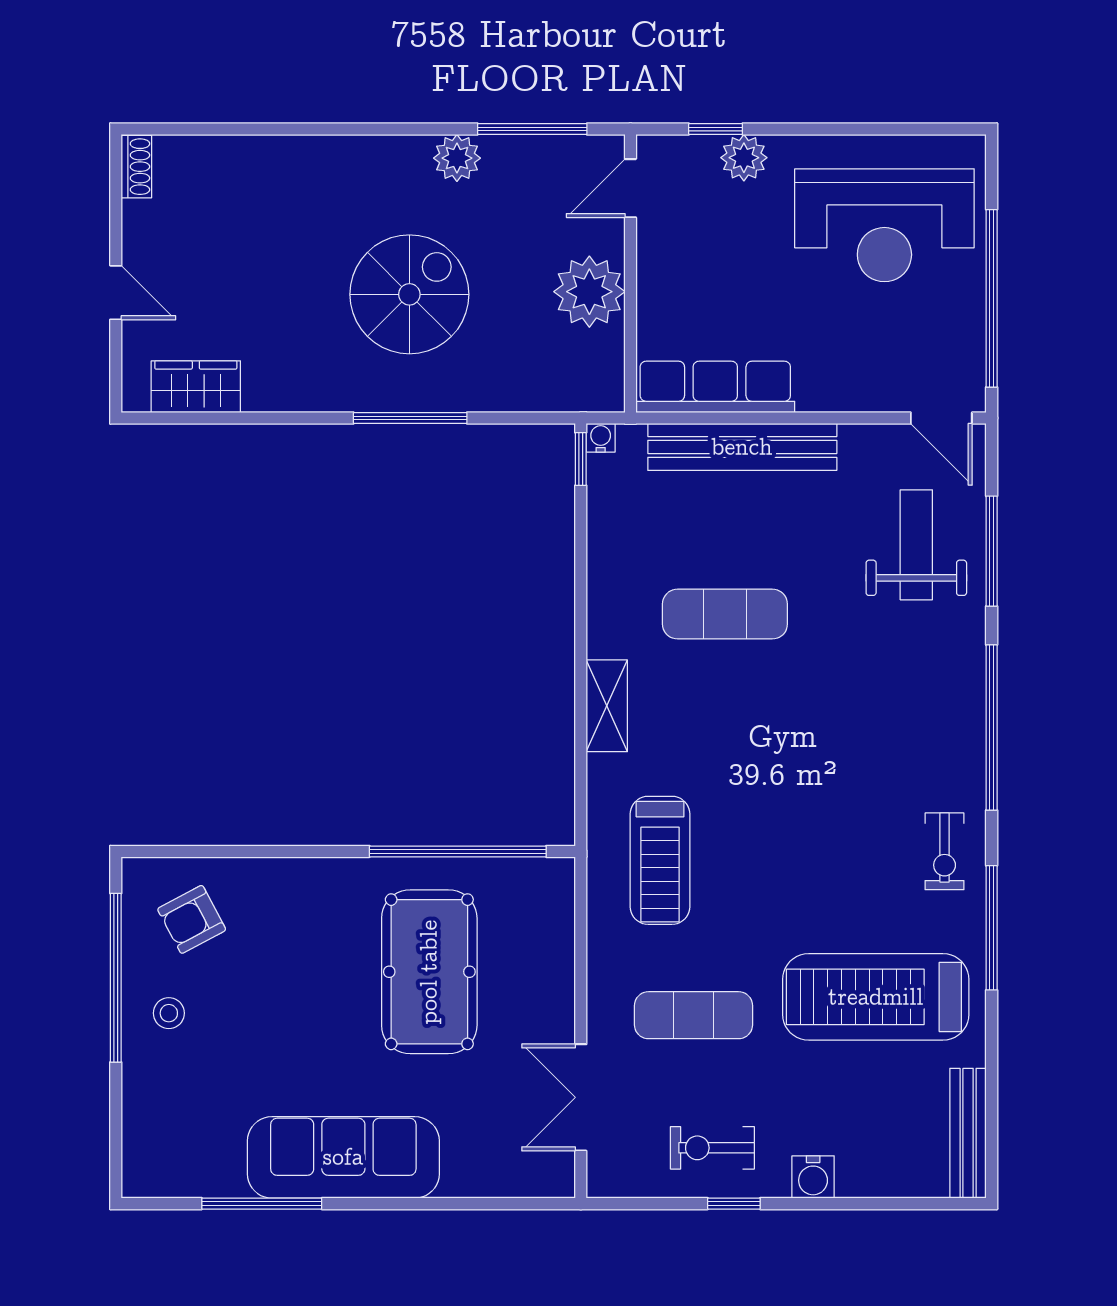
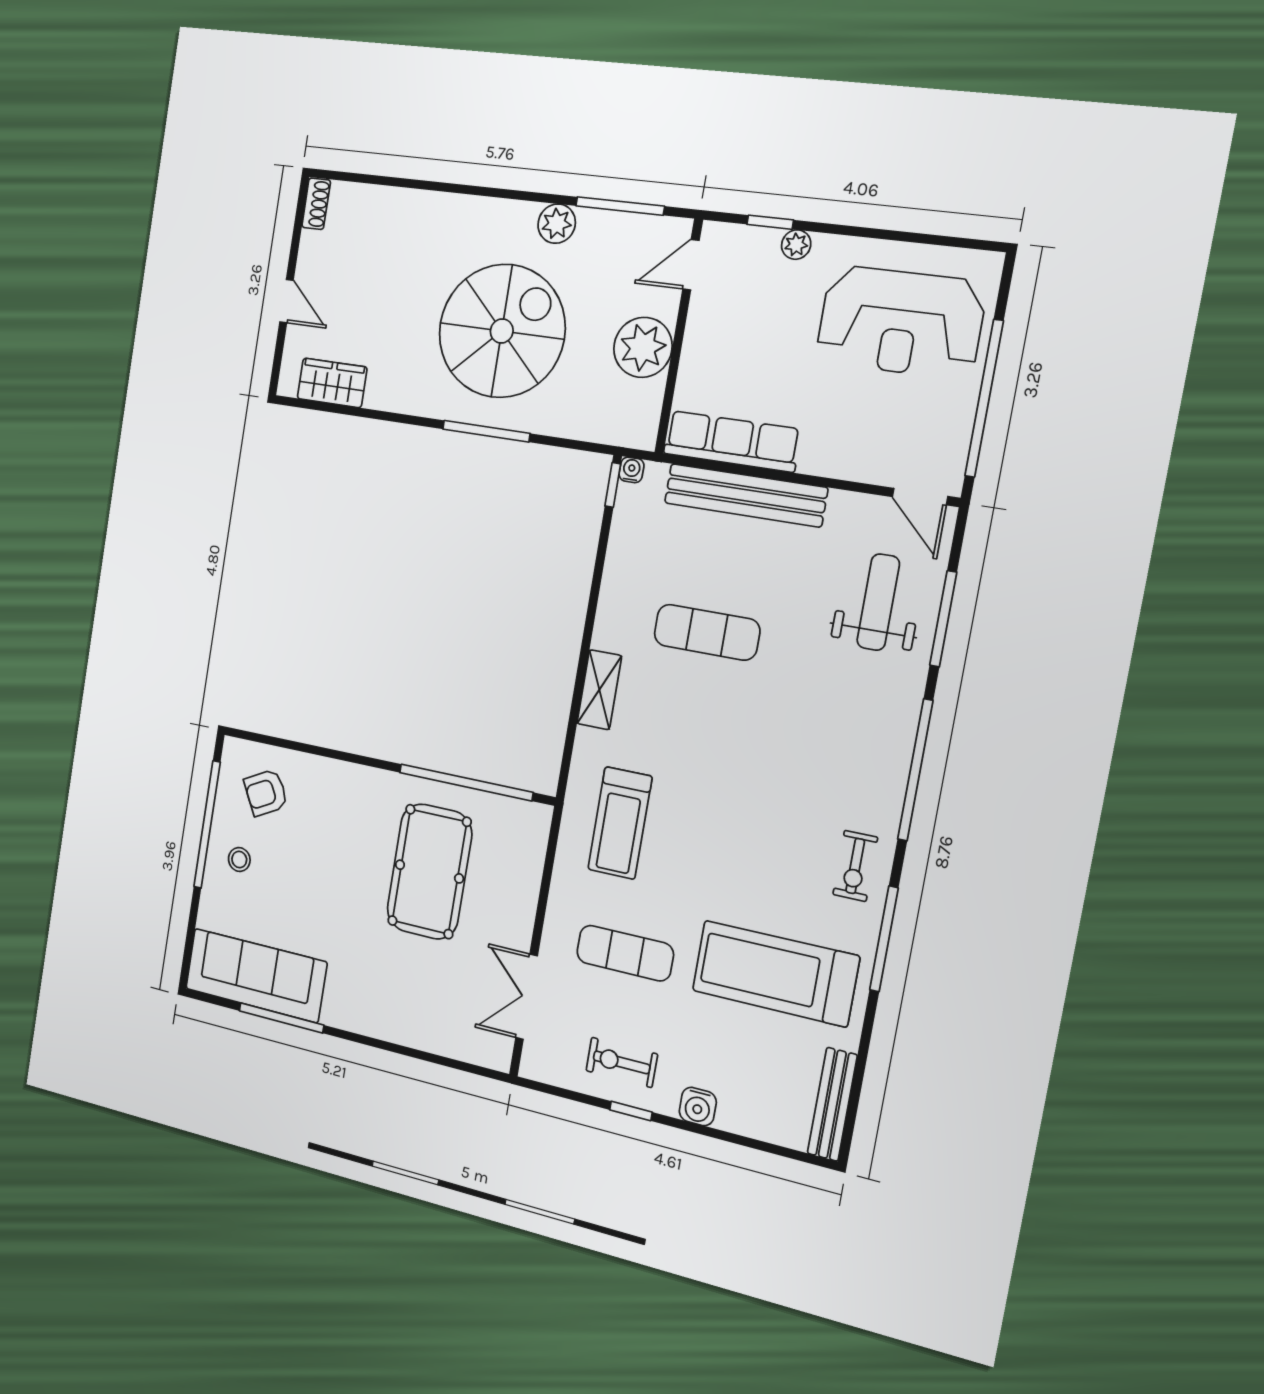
plant: (744, 158) -> (796, 245), width x0.73, depth x0.73
spiral stairs: (409, 294) -> (502, 331), width x1.37, depth x1.37
sofa: (343, 1157) -> (256, 975), moved

